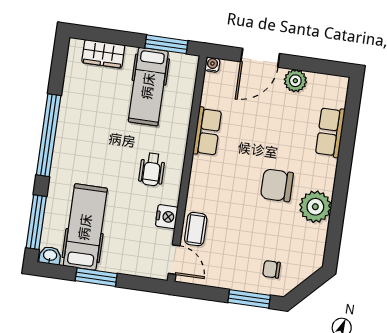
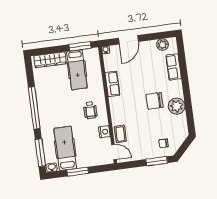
wardrobe: (103, 54) -> (50, 60), width x1.50
plant: (295, 81) -> (162, 45), moved

